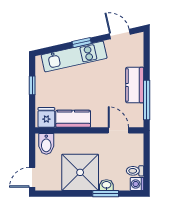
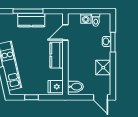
window: (147, 100) -> (28, 11), moved
kitchen counter: (73, 119) -> (57, 55), moved
shower: (80, 172) -> (103, 68), width x0.54, depth x0.54
washing machine: (137, 184) -> (86, 18), moved

